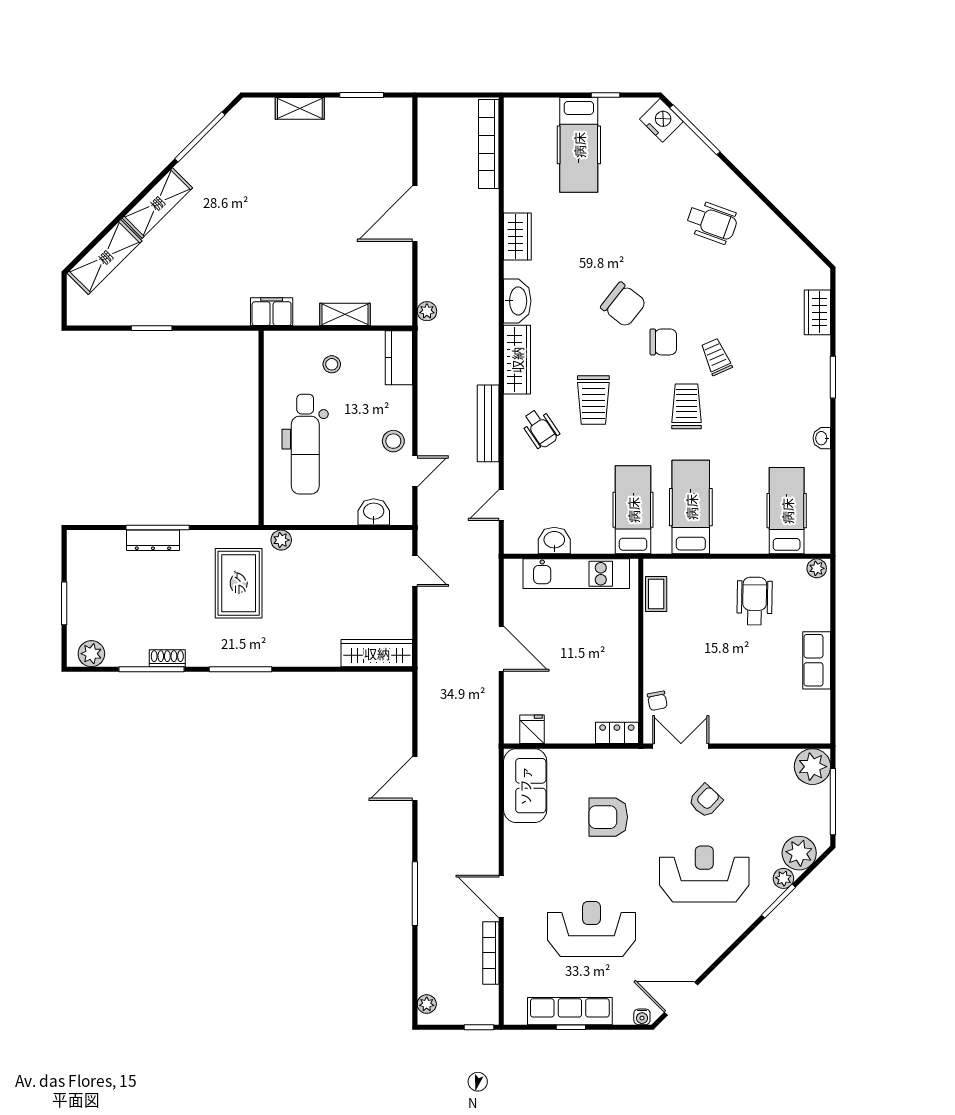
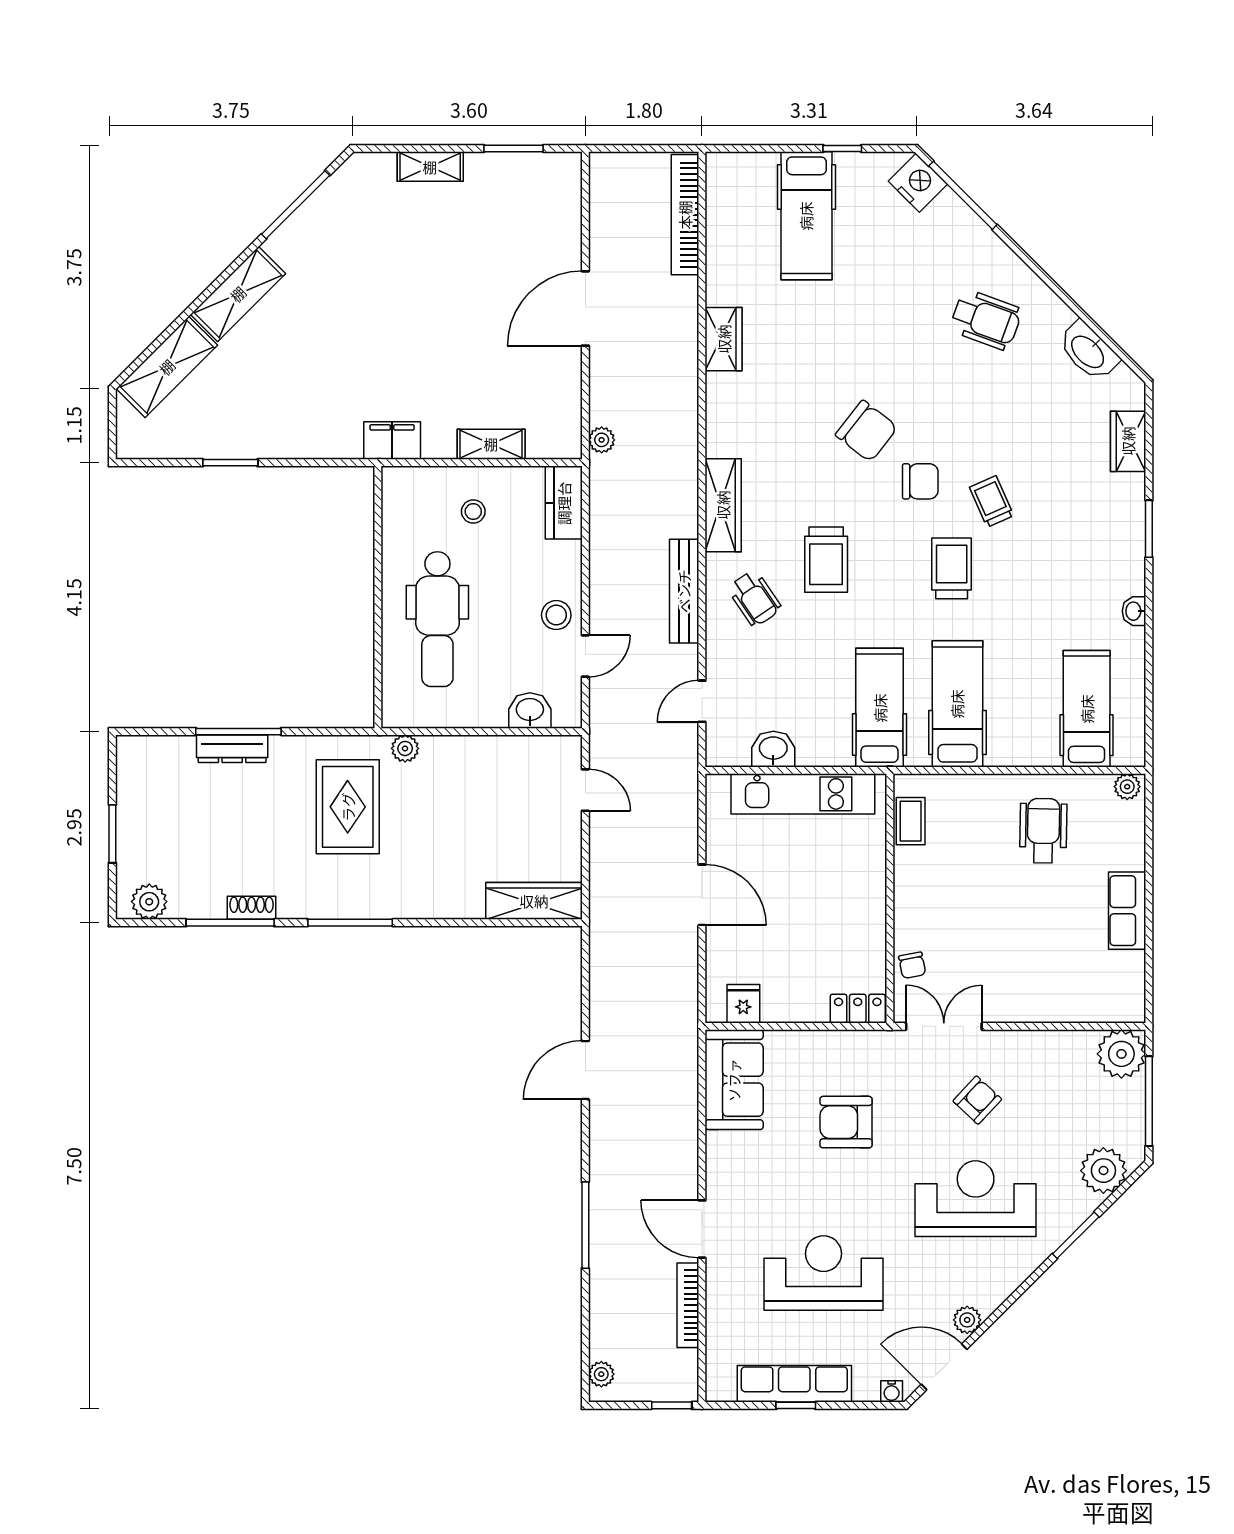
washbasin: (517, 301) -> (1088, 351), moved, turned 135
plant: (783, 878) -> (967, 1320), moved

